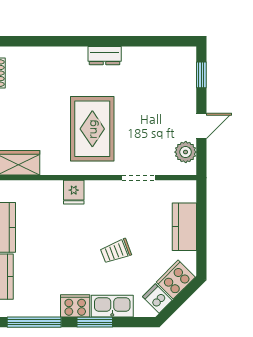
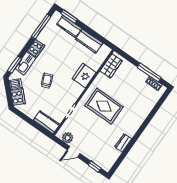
dresser: (105, 56) -> (123, 143), moved
door: (201, 126) -> (74, 152), hinge flipped
fridge: (74, 192) -> (84, 76), width x1.88, depth x1.34
kitchen counter: (184, 227) -> (47, 122), moved
window: (95, 322) -> (15, 65), moved

